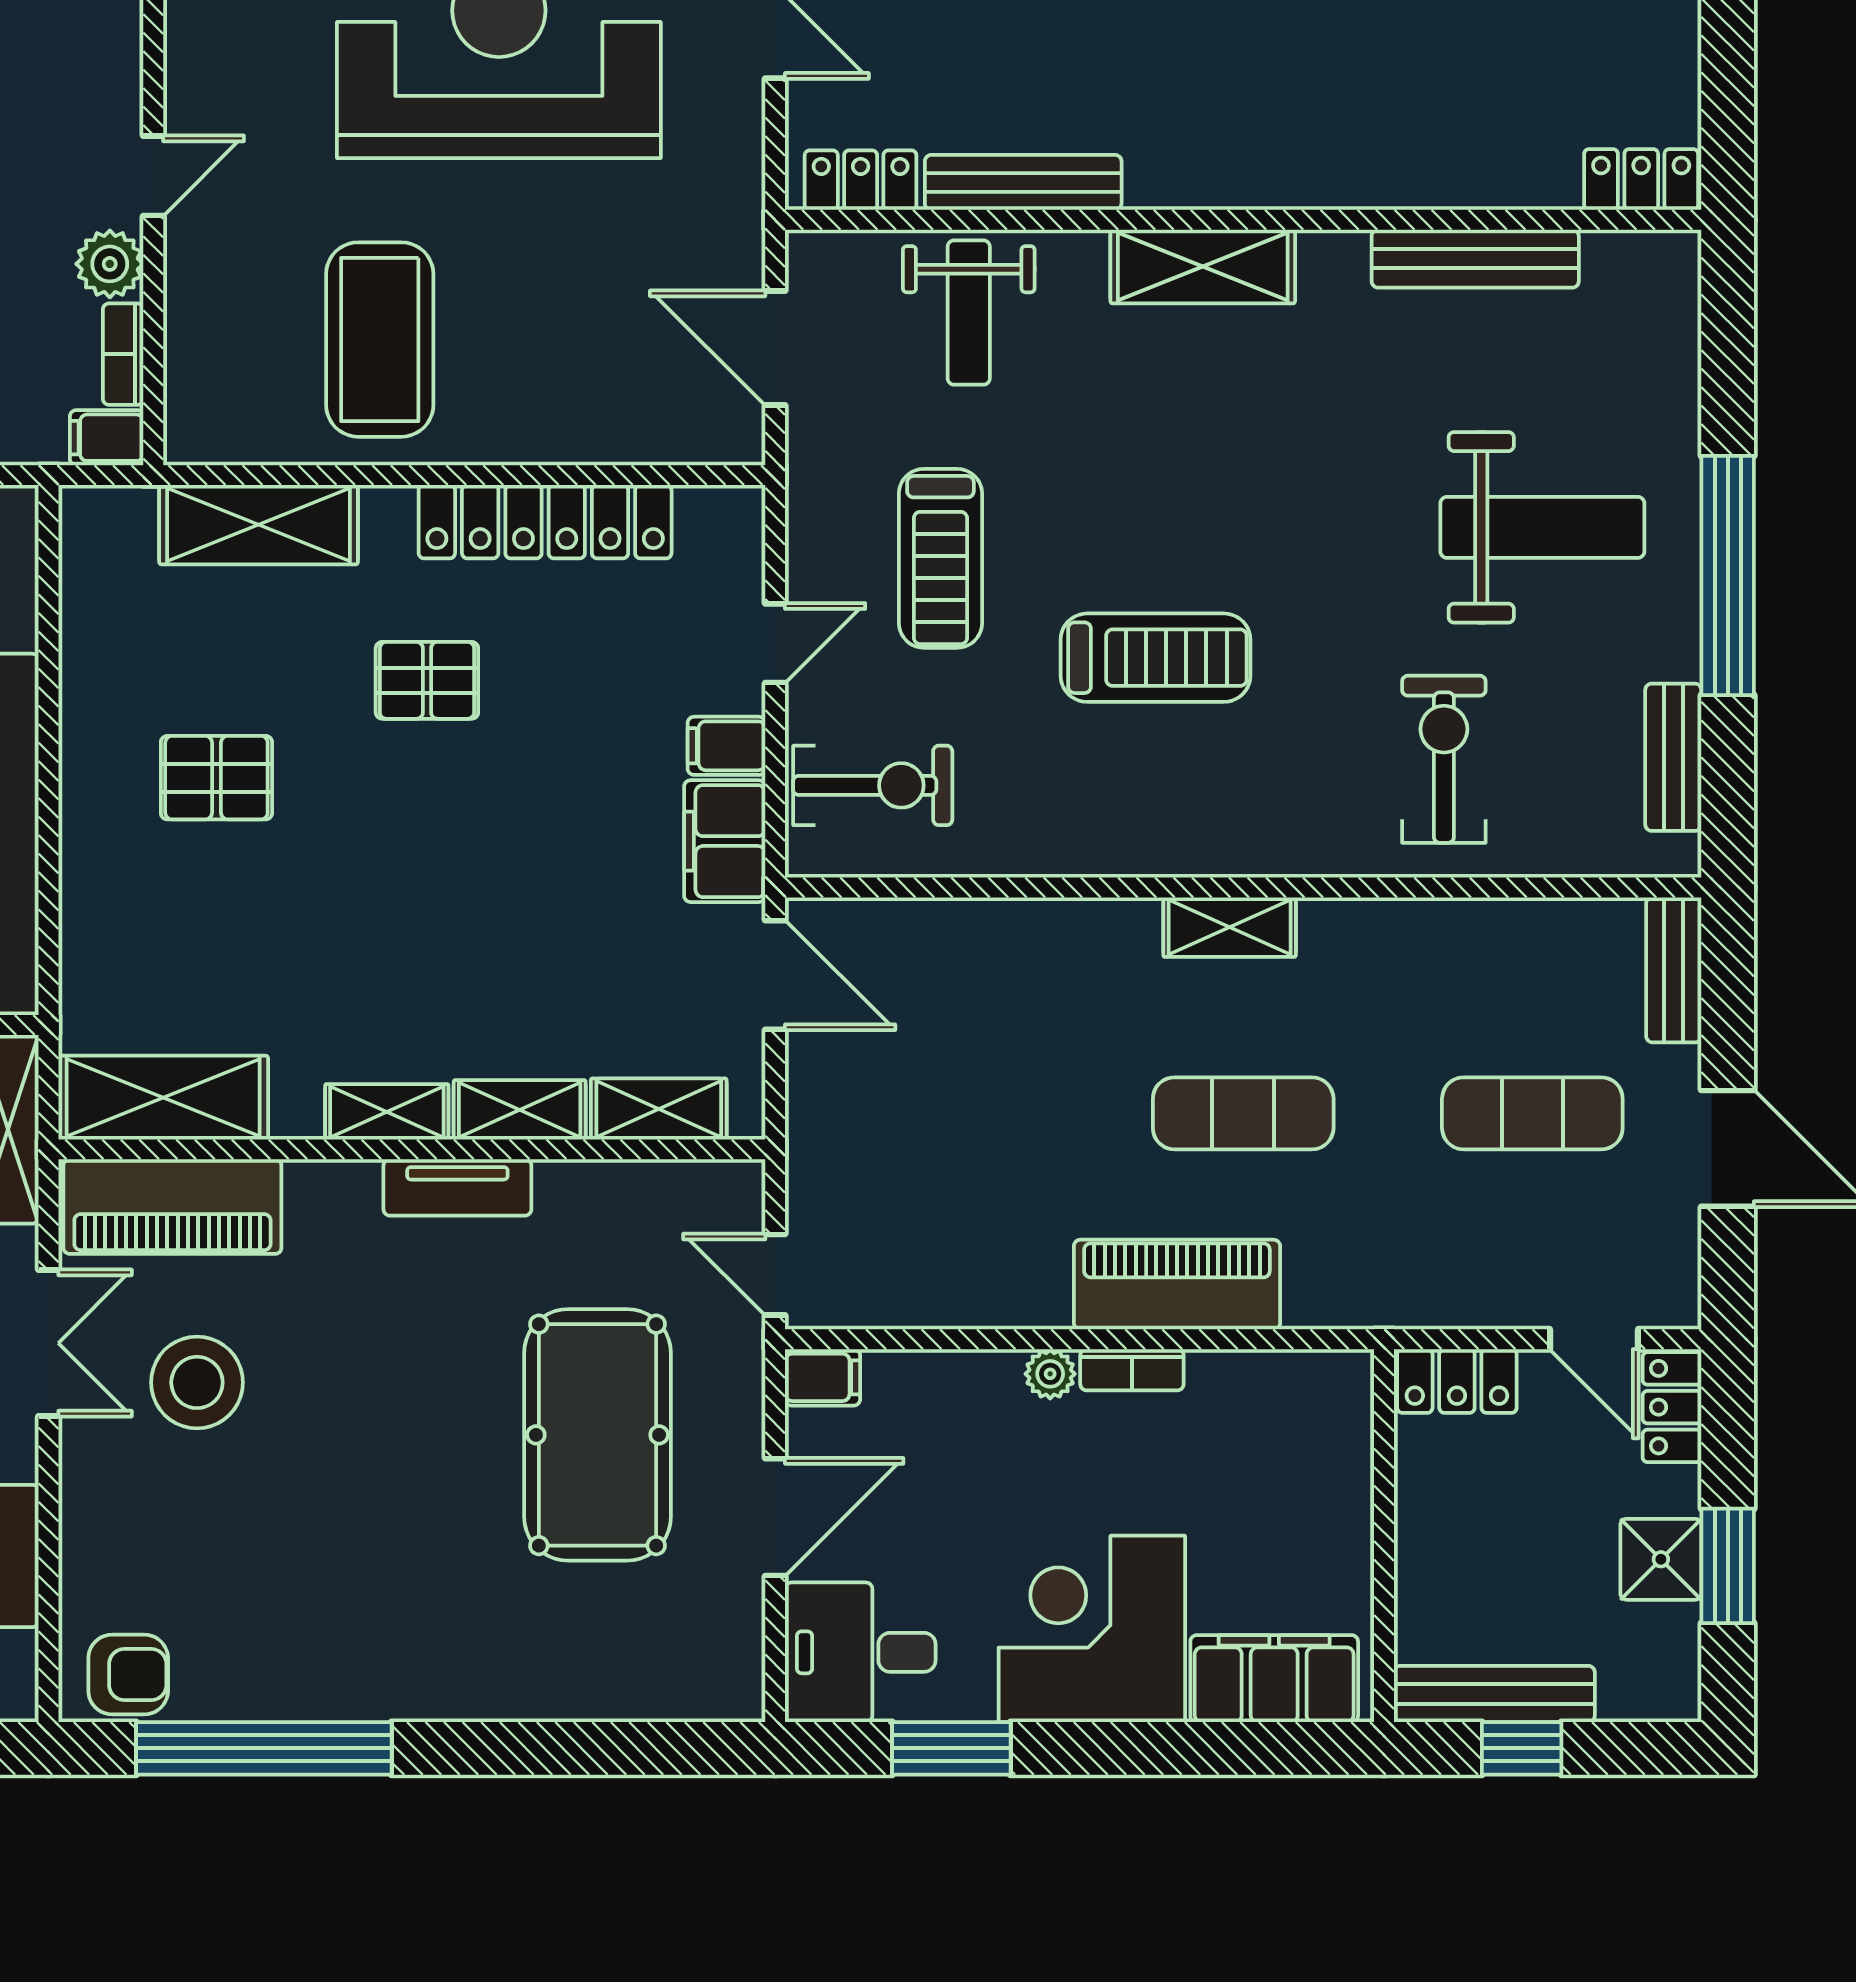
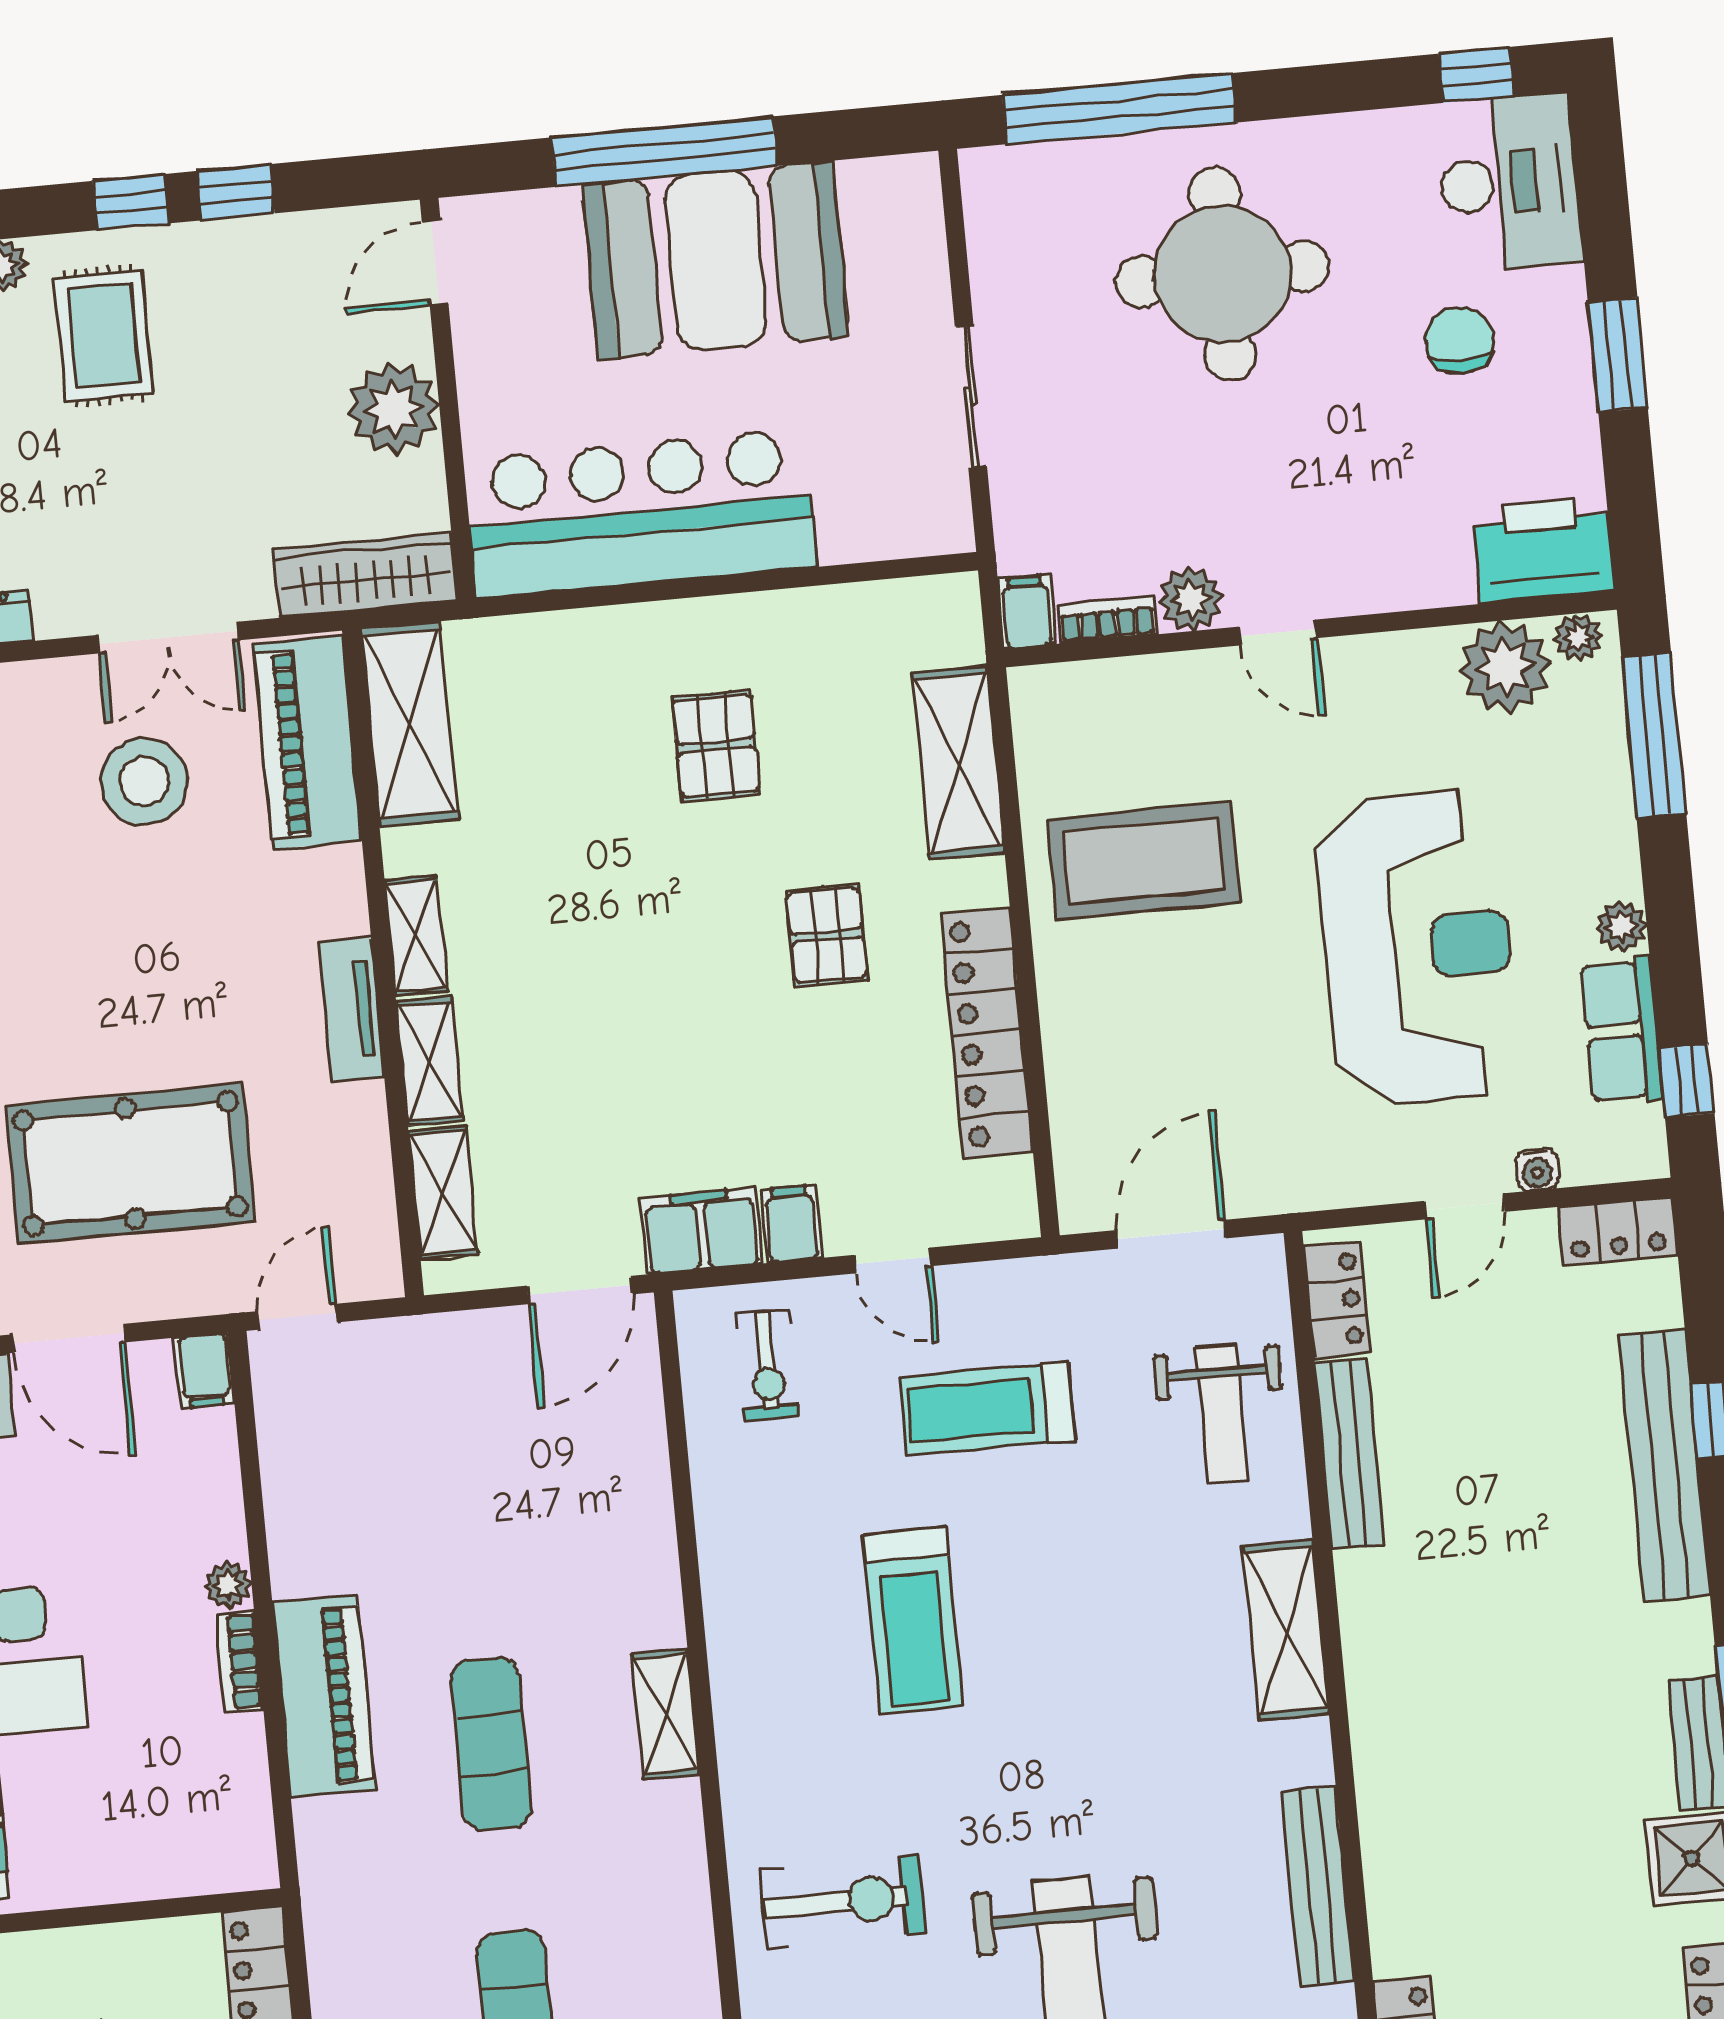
weight bench: (969, 313) -> (1222, 1414), turned -90
exercise bike: (873, 785) -> (767, 1365), width x0.73, depth x0.72

